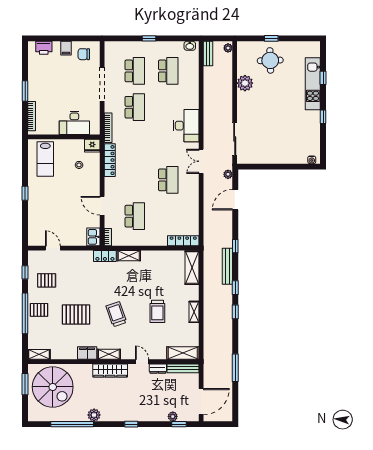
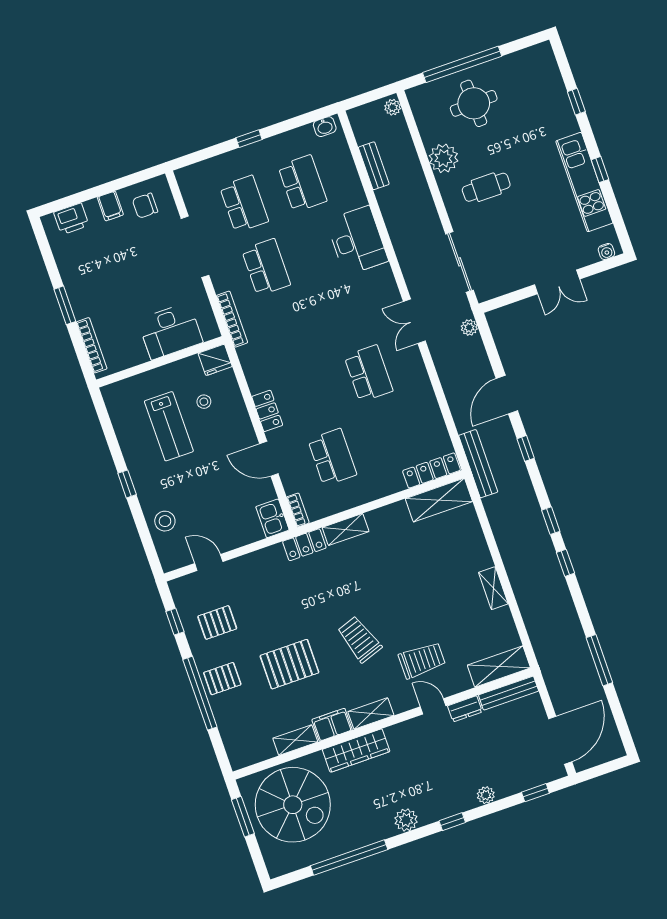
window: (271, 38) -> (462, 64), width x3.17
bench: (208, 54) -> (374, 166), moved
kitchen unit: (313, 84) -> (584, 182), moved
cafe table: (262, 106) -> (486, 187), added
desk: (186, 126) -> (357, 241), moved
lab bench: (45, 159) -> (169, 426), moved
locker: (110, 160) -> (267, 411), moved, width x0.66
double door: (281, 167) -> (557, 282), added
door: (235, 200) -> (507, 395), moved
stool: (38, 219) -> (165, 521), added
bench: (227, 266) -> (478, 464), moved
shelving: (192, 268) -> (439, 500), moved, turned 90
trolley: (157, 311) -> (422, 660), moved, turned -90
shelving: (39, 354) -> (295, 740), moved
wardrobe: (110, 371) -> (356, 751), moved
plant: (94, 415) -> (406, 820), moved
plant: (173, 416) -> (486, 795), moved

